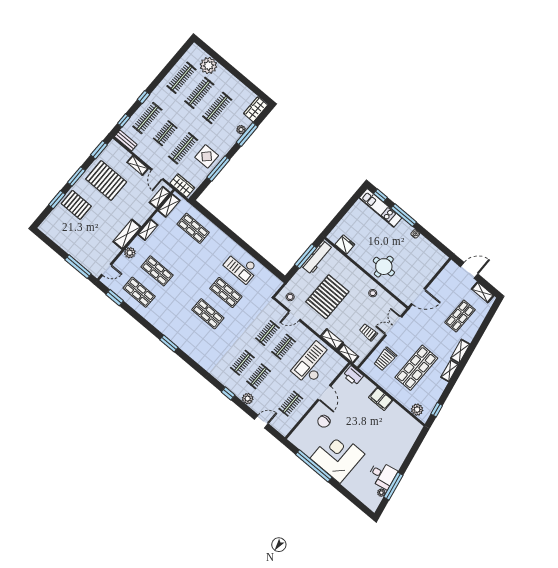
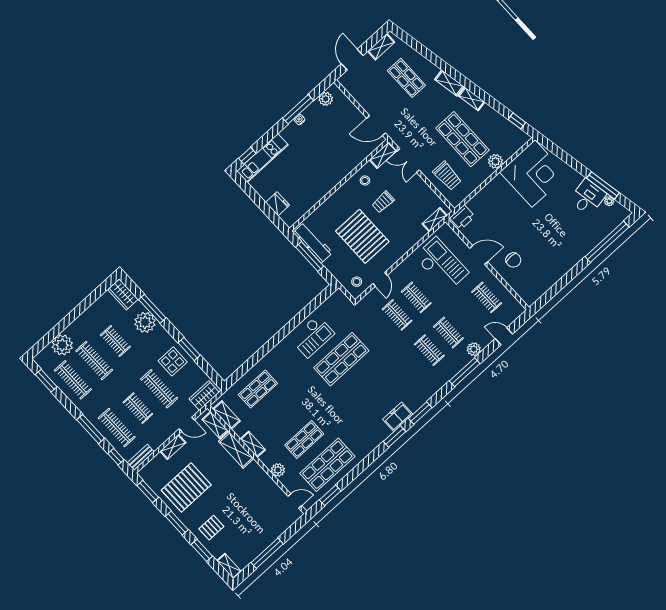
window: (178, 56) -> (46, 381), added
window: (144, 97) -> (91, 429), width x2.17
clothes rail: (217, 108) -> (115, 341), width x0.73
plant: (241, 130) -> (145, 322), width x1.87, depth x1.87
window: (218, 168) -> (189, 349), width x0.69
pallet: (76, 205) -> (211, 528), width x0.67, depth x0.71
window: (404, 215) -> (298, 109), moved
shelving: (47, 223) -> (229, 566), added
shelving: (127, 234) -> (236, 450), moved
fridge: (345, 244) -> (277, 204), moved, turned 90
plant: (435, 253) -> (326, 99), added
window: (78, 267) -> (267, 553), moved
round table: (384, 267) -> (334, 163), removed
door: (107, 270) -> (295, 501), hinge flipped
shop shelf: (139, 292) -> (327, 465), width x1.43, depth x1.36
shop shelf: (226, 292) -> (341, 359), width x1.43, depth x1.36
door: (418, 296) -> (376, 126), swing flipped
shop shelf: (208, 314) -> (364, 384), removed
trolley: (368, 332) -> (383, 202), moved
shelving: (332, 339) -> (383, 155), moved
freezer: (185, 344) -> (398, 417), added
window: (191, 362) -> (420, 413), added
checkout: (313, 364) -> (441, 265), turned 180
window: (228, 394) -> (465, 372), width x2.17
filing cabinet: (381, 399) -> (495, 187), removed
plant: (417, 410) -> (495, 161), moved
door: (261, 422) -> (504, 336), hinge flipped
corner desk: (337, 456) -> (533, 174), moved, turned 180
window: (314, 466) -> (607, 242), moved

